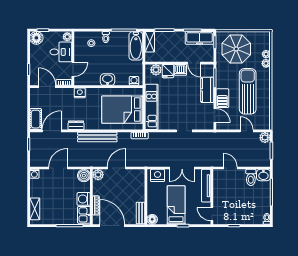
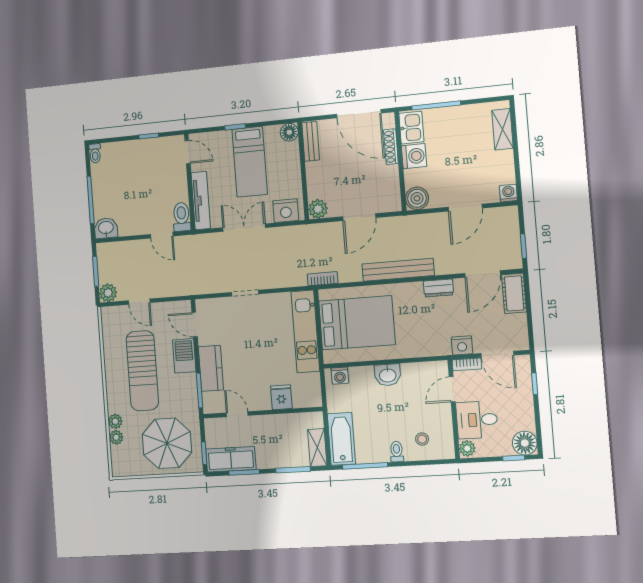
plant: (156, 70) -> (303, 398), removed
dishwasher: (180, 70) -> (260, 401), removed
nightstand: (80, 93) -> (462, 345), moved
plant: (98, 175) -> (318, 209), moved
toilet: (251, 177) -> (182, 217), moved

